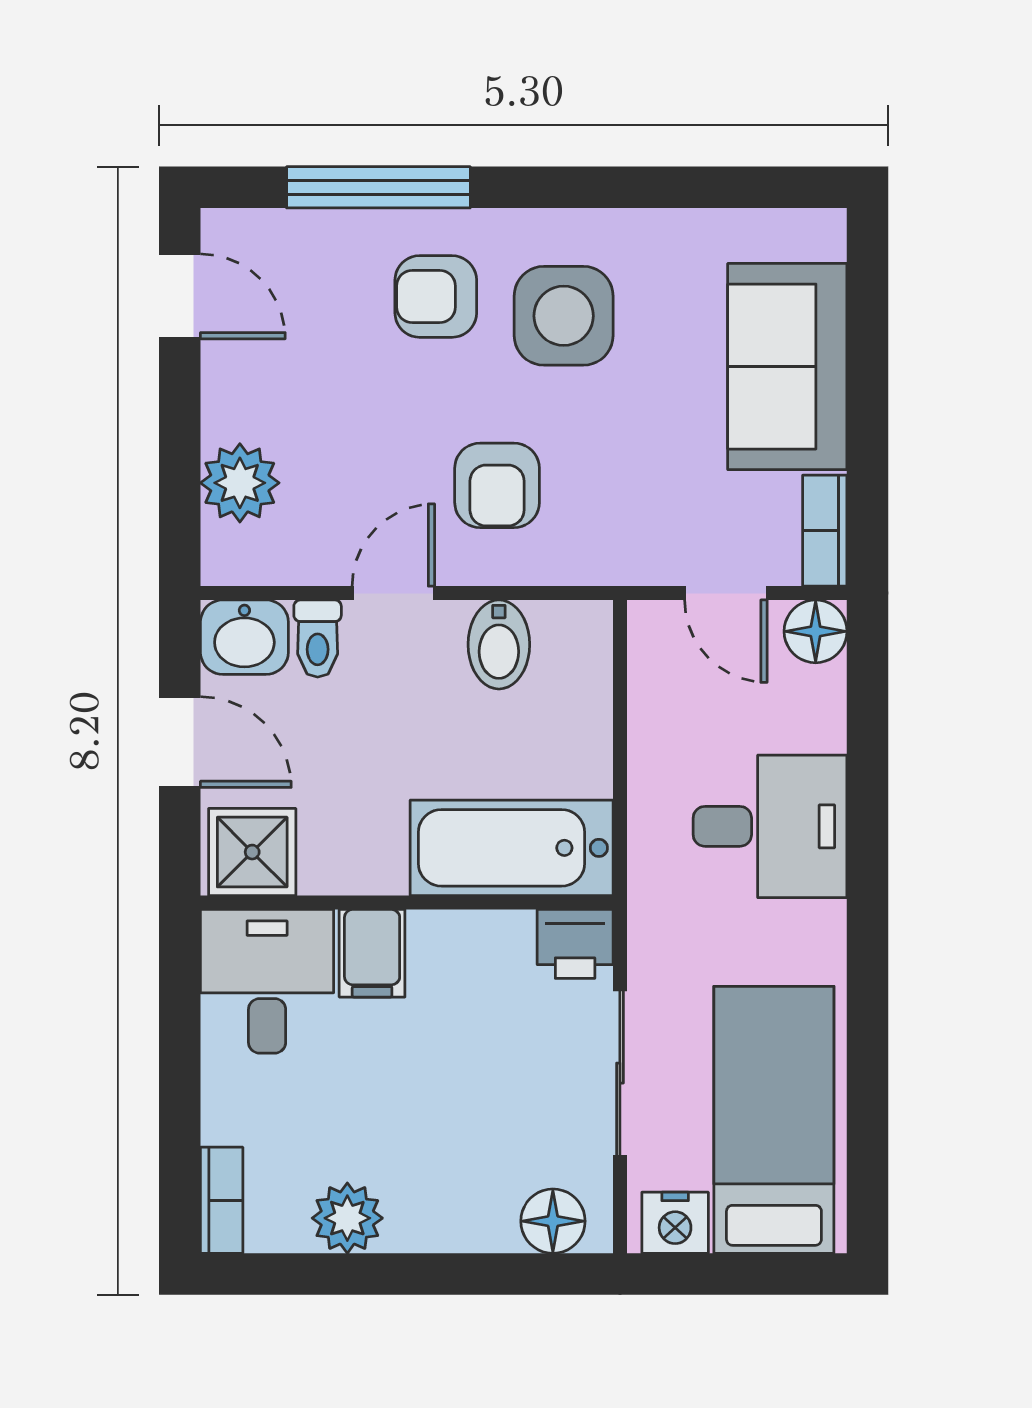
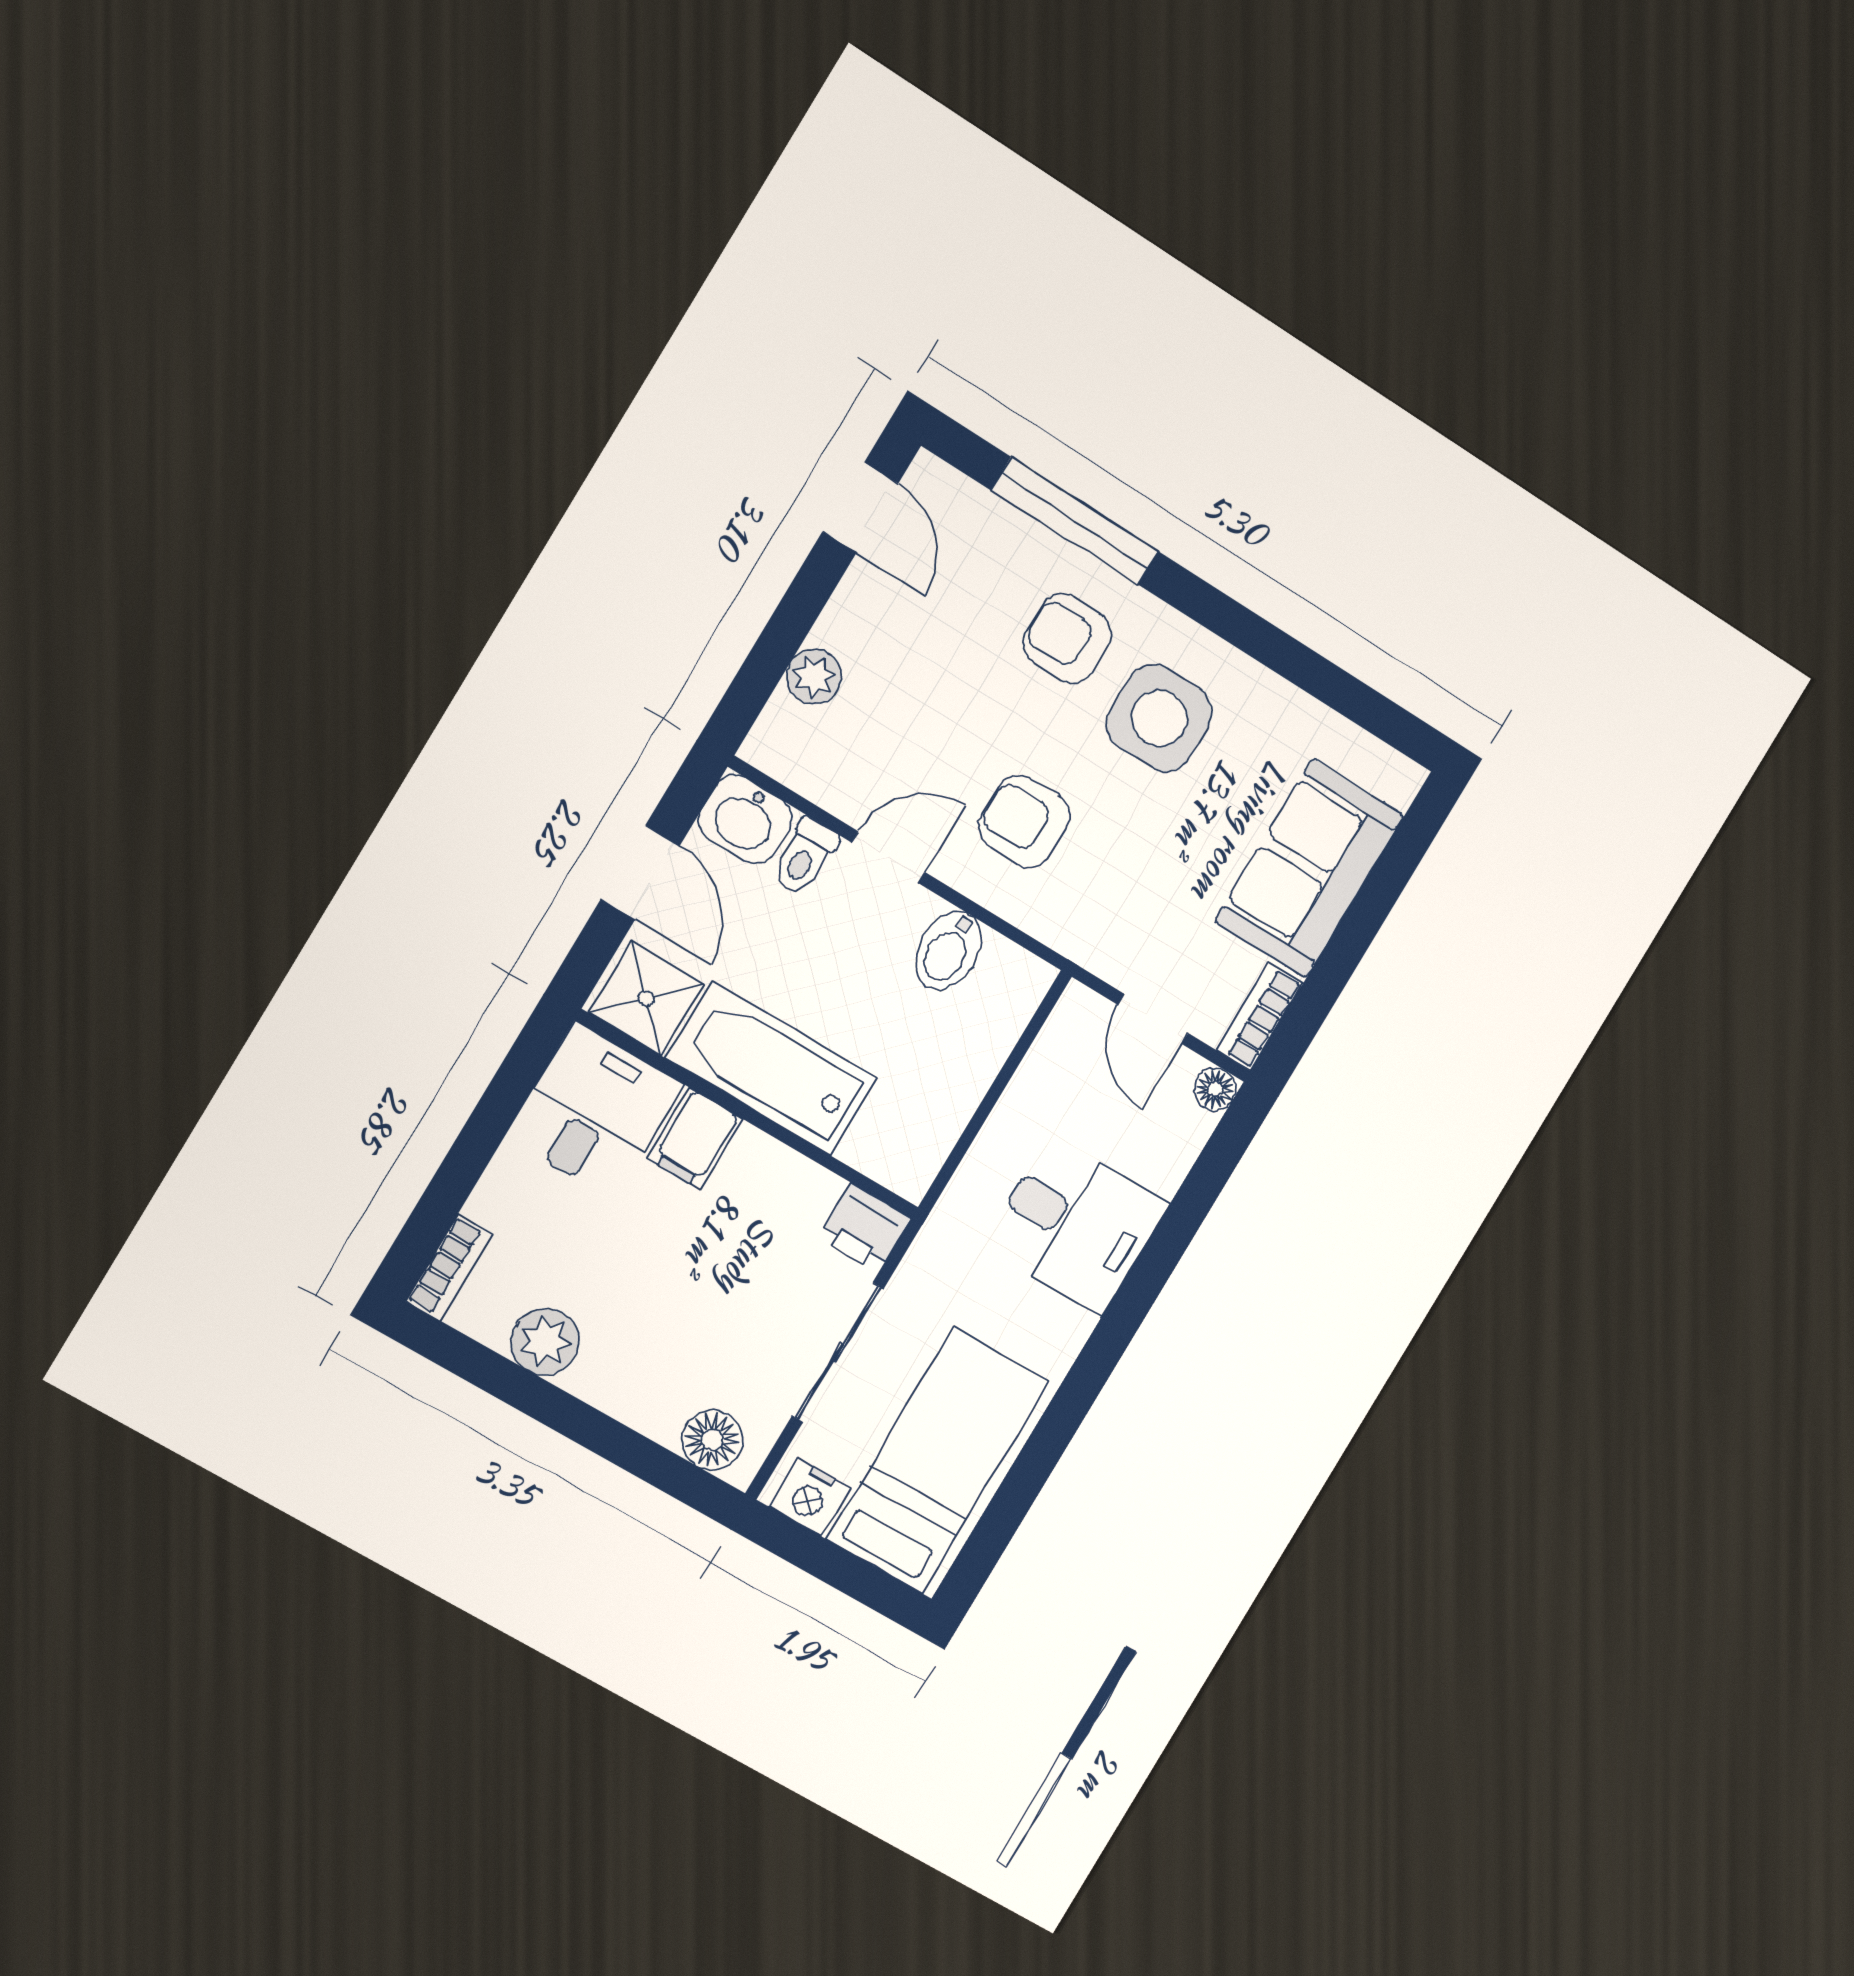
plant: (240, 483) -> (814, 677), width x0.73, depth x0.73
armchair: (497, 485) -> (1024, 821), turned 90
floor lamp: (816, 631) -> (1215, 1089), width x0.73, depth x0.73
bathtub: (512, 848) -> (772, 1068), moved

